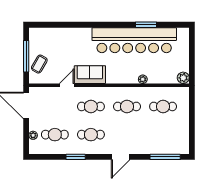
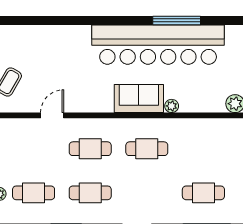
window: (146, 25) -> (177, 20), width x1.44
sofa: (90, 75) -> (139, 99), moved
cafe table: (163, 106) -> (203, 193), moved

